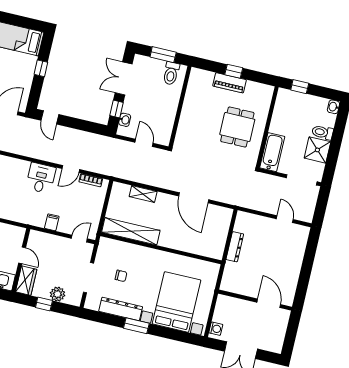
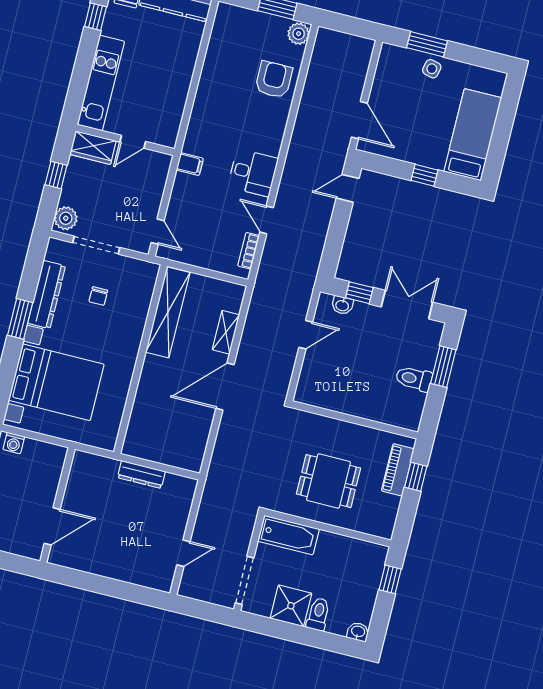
wall: (180, 107) -> (355, 420), moved
door: (194, 198) -> (225, 386), moved
filing cabinet: (52, 222) -> (190, 164), moved
plant: (58, 294) -> (66, 218), moved

